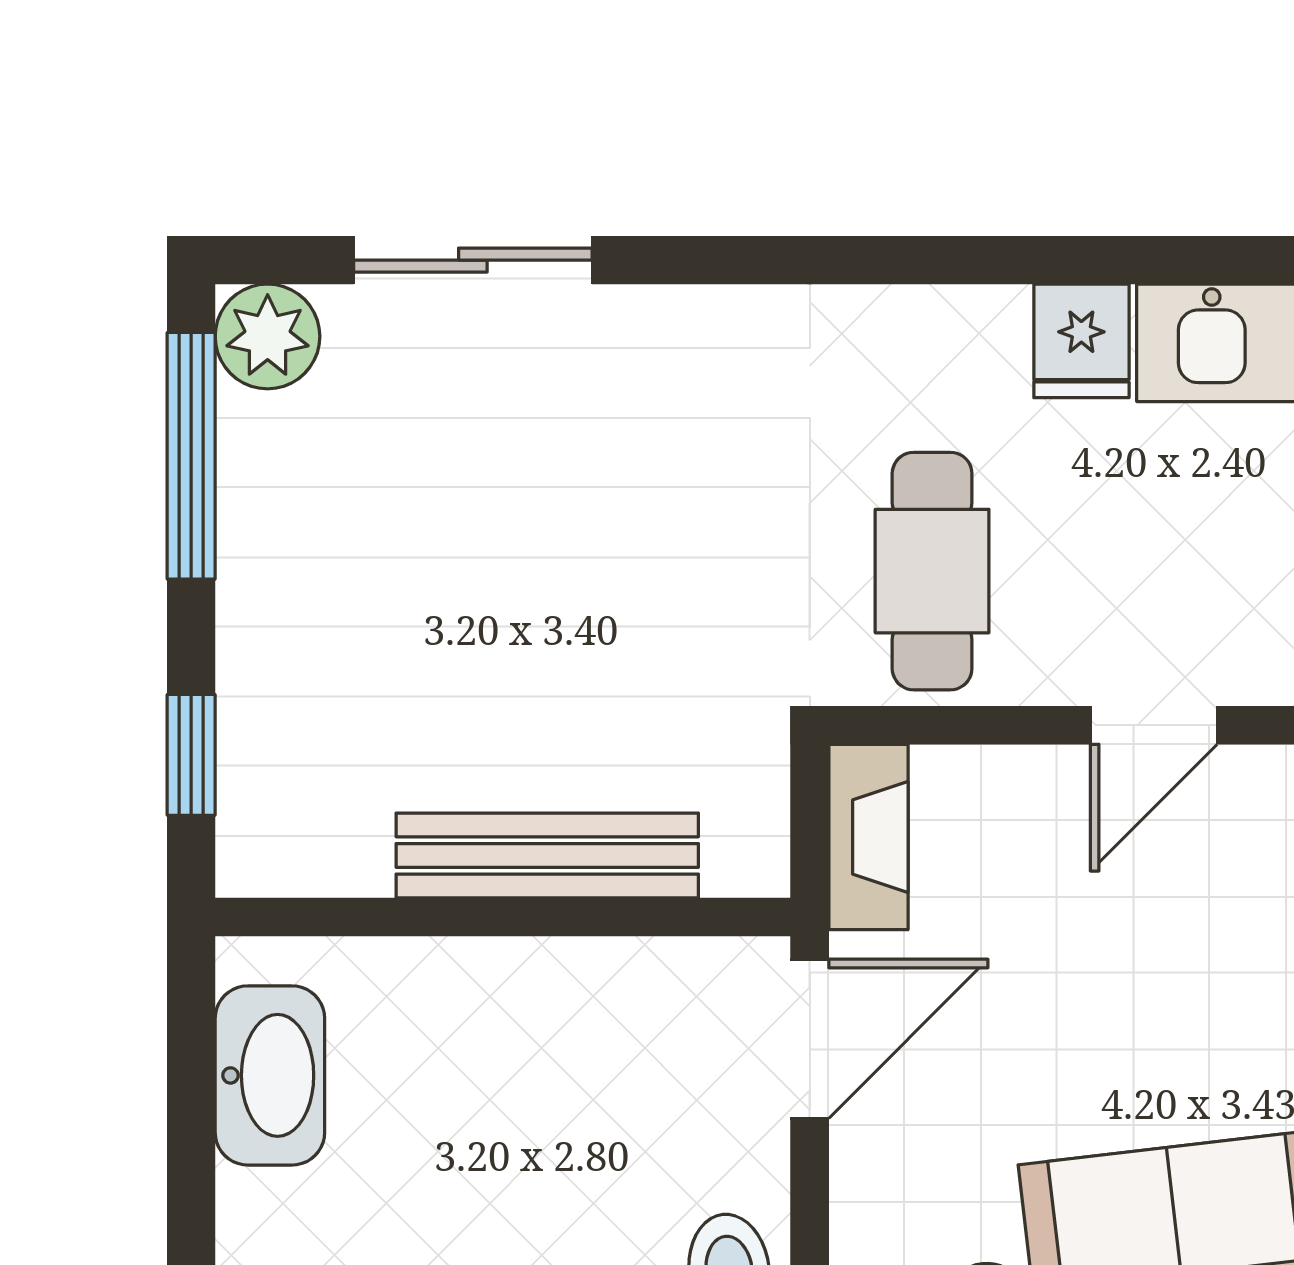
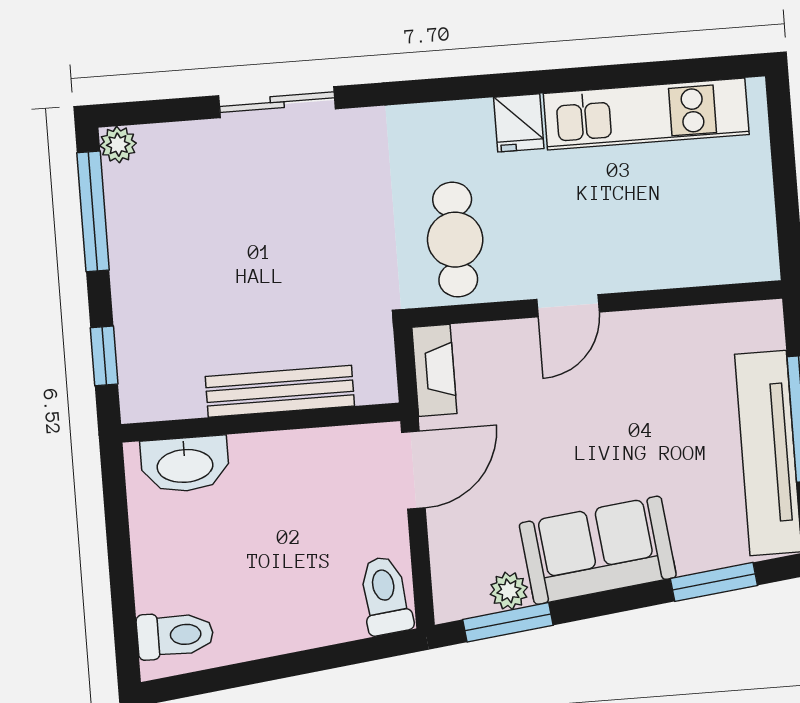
sliding door: (473, 260) -> (277, 102), moved
plant: (268, 336) -> (118, 145), width x0.73, depth x0.73
washbasin: (270, 1075) -> (185, 464), moved, turned 90

